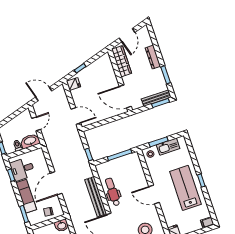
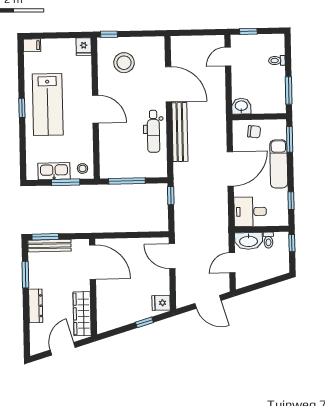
desk: (22, 169) -> (250, 212), moved, turned 180

